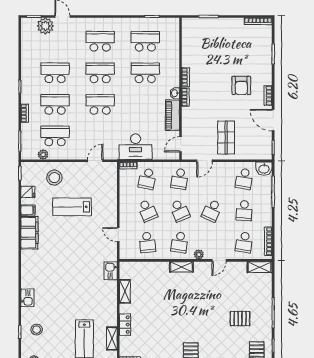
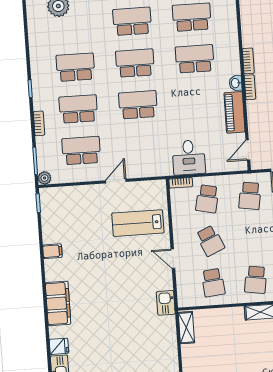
desk: (136, 147) -> (189, 157), width x0.73
plant: (43, 155) -> (45, 178), moved
door: (95, 161) -> (116, 181), moved
stool: (54, 178) -> (84, 206), removed
fridge: (28, 192) -> (59, 346), moved
lab bench: (72, 207) -> (138, 223), moved
school desk: (180, 211) -> (253, 238), removed
filing cabinet: (29, 233) -> (58, 303), moved
door: (118, 235) -> (173, 259), moved
kitchen sink: (111, 271) -> (166, 303), moved
shelving: (125, 291) -> (186, 328), moved

